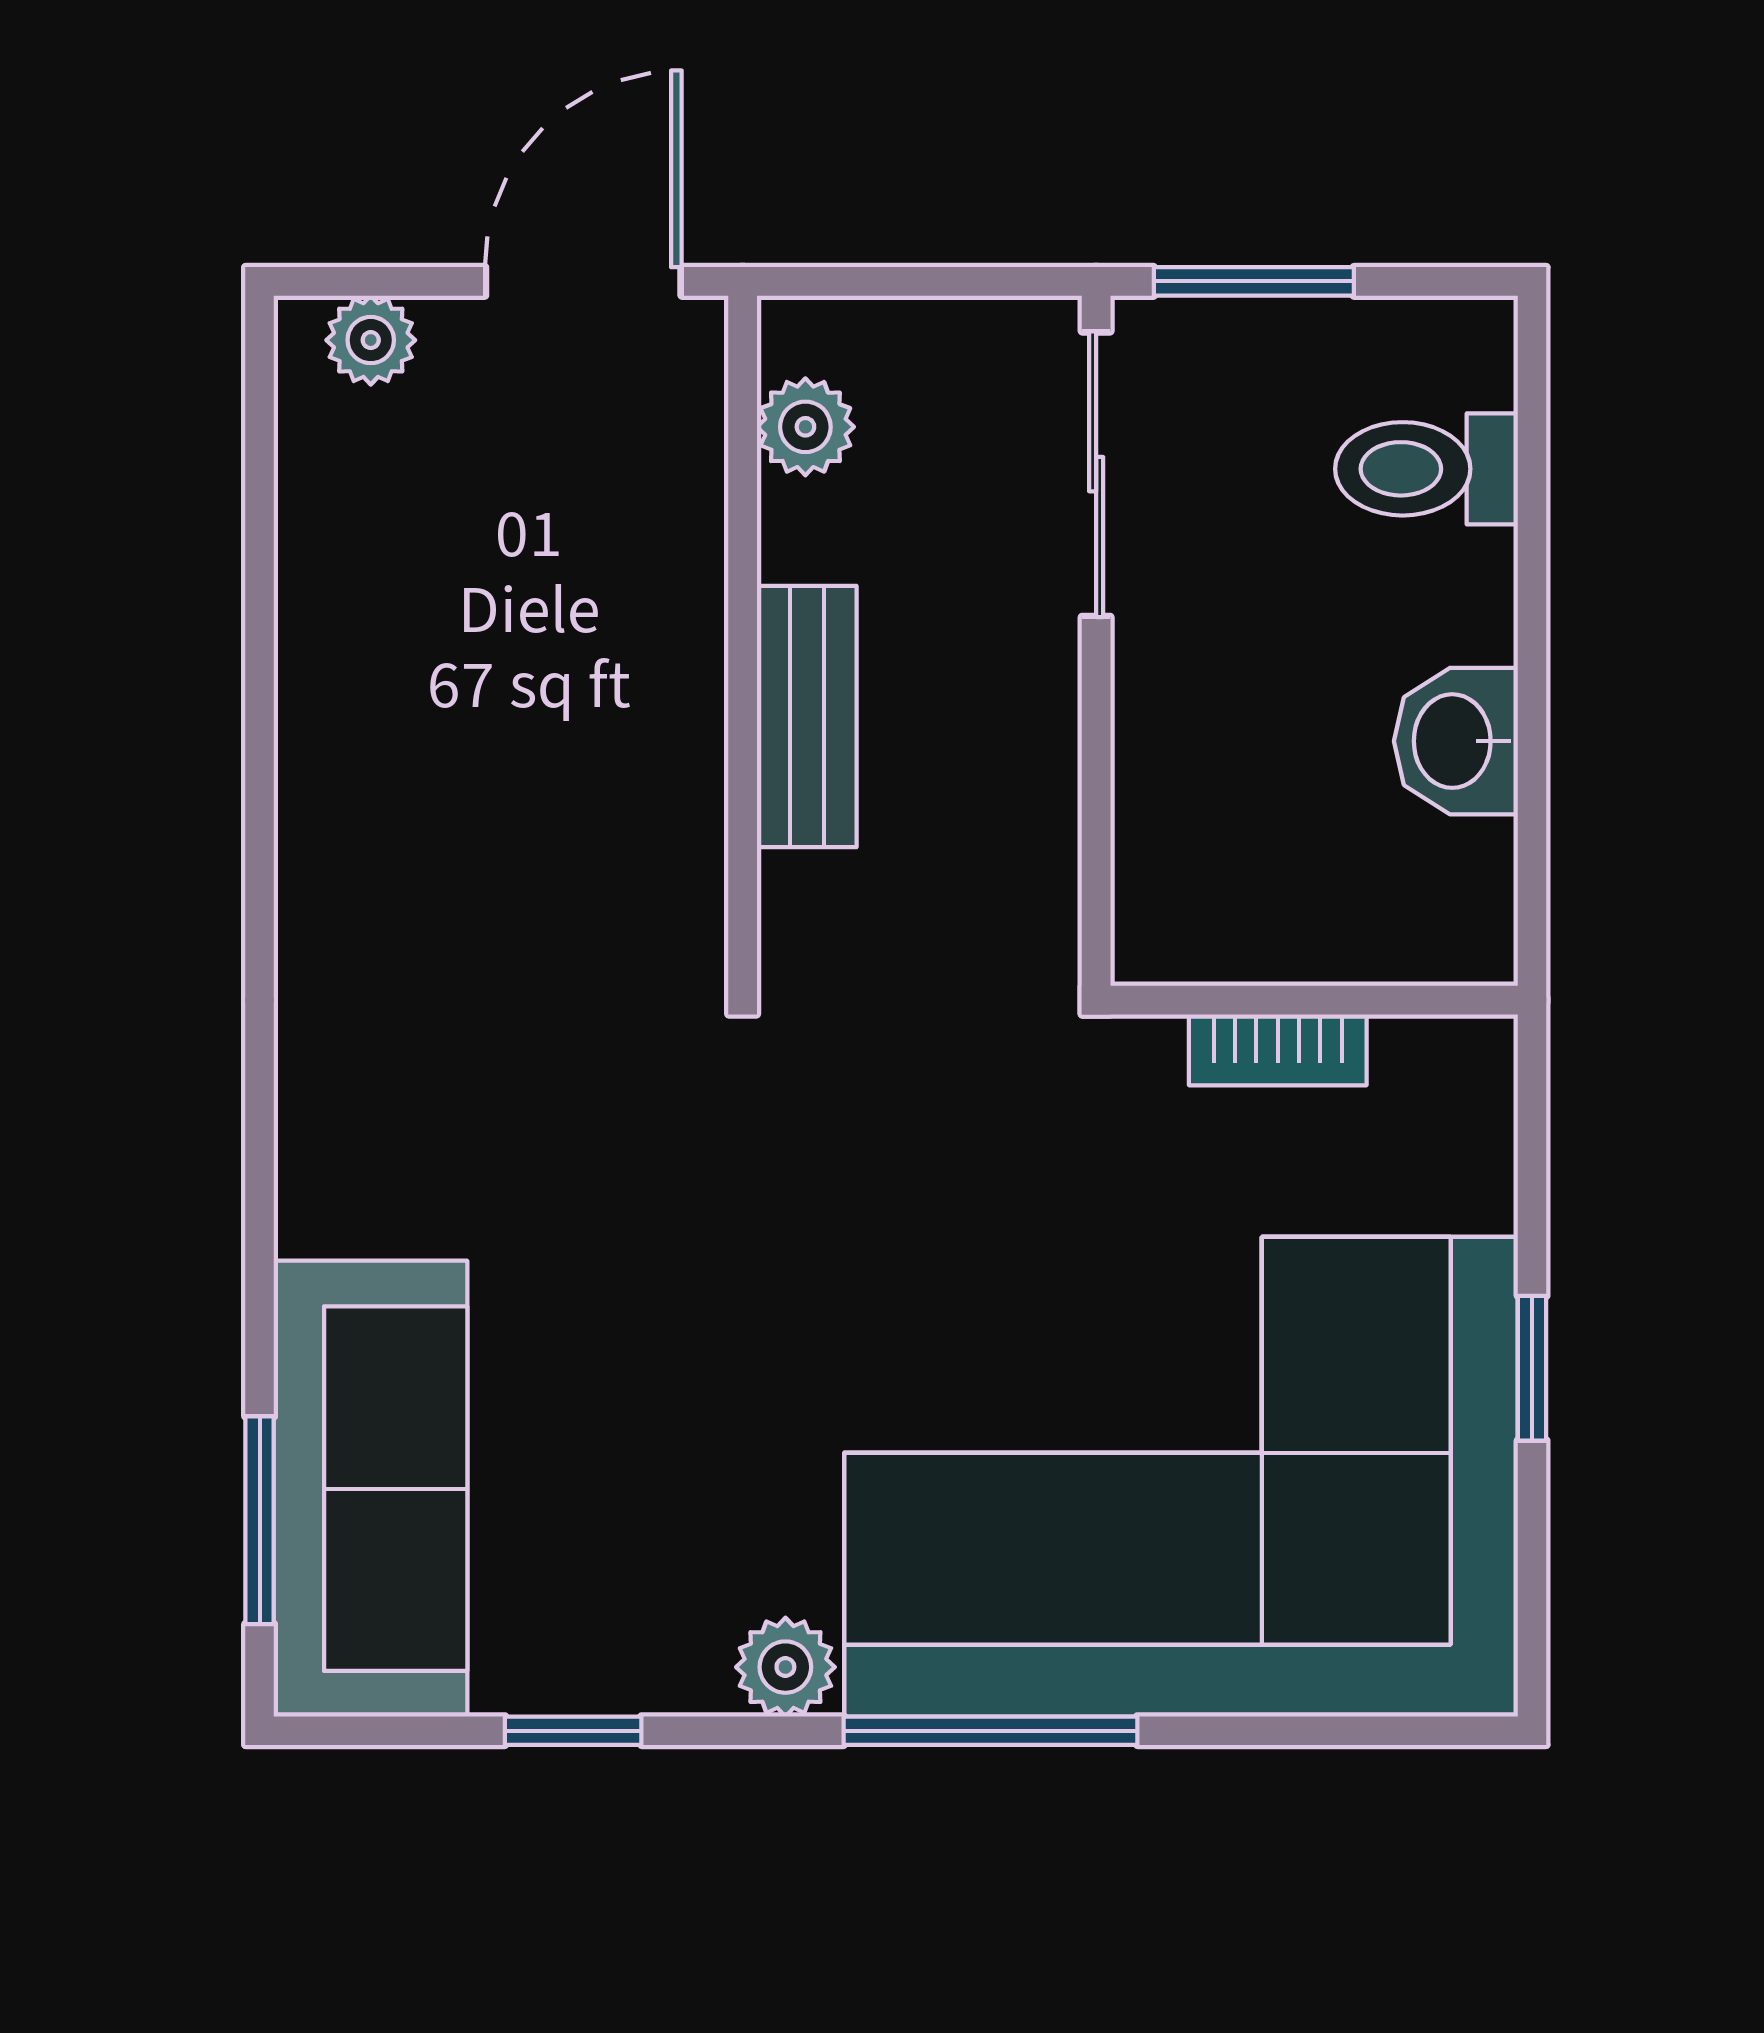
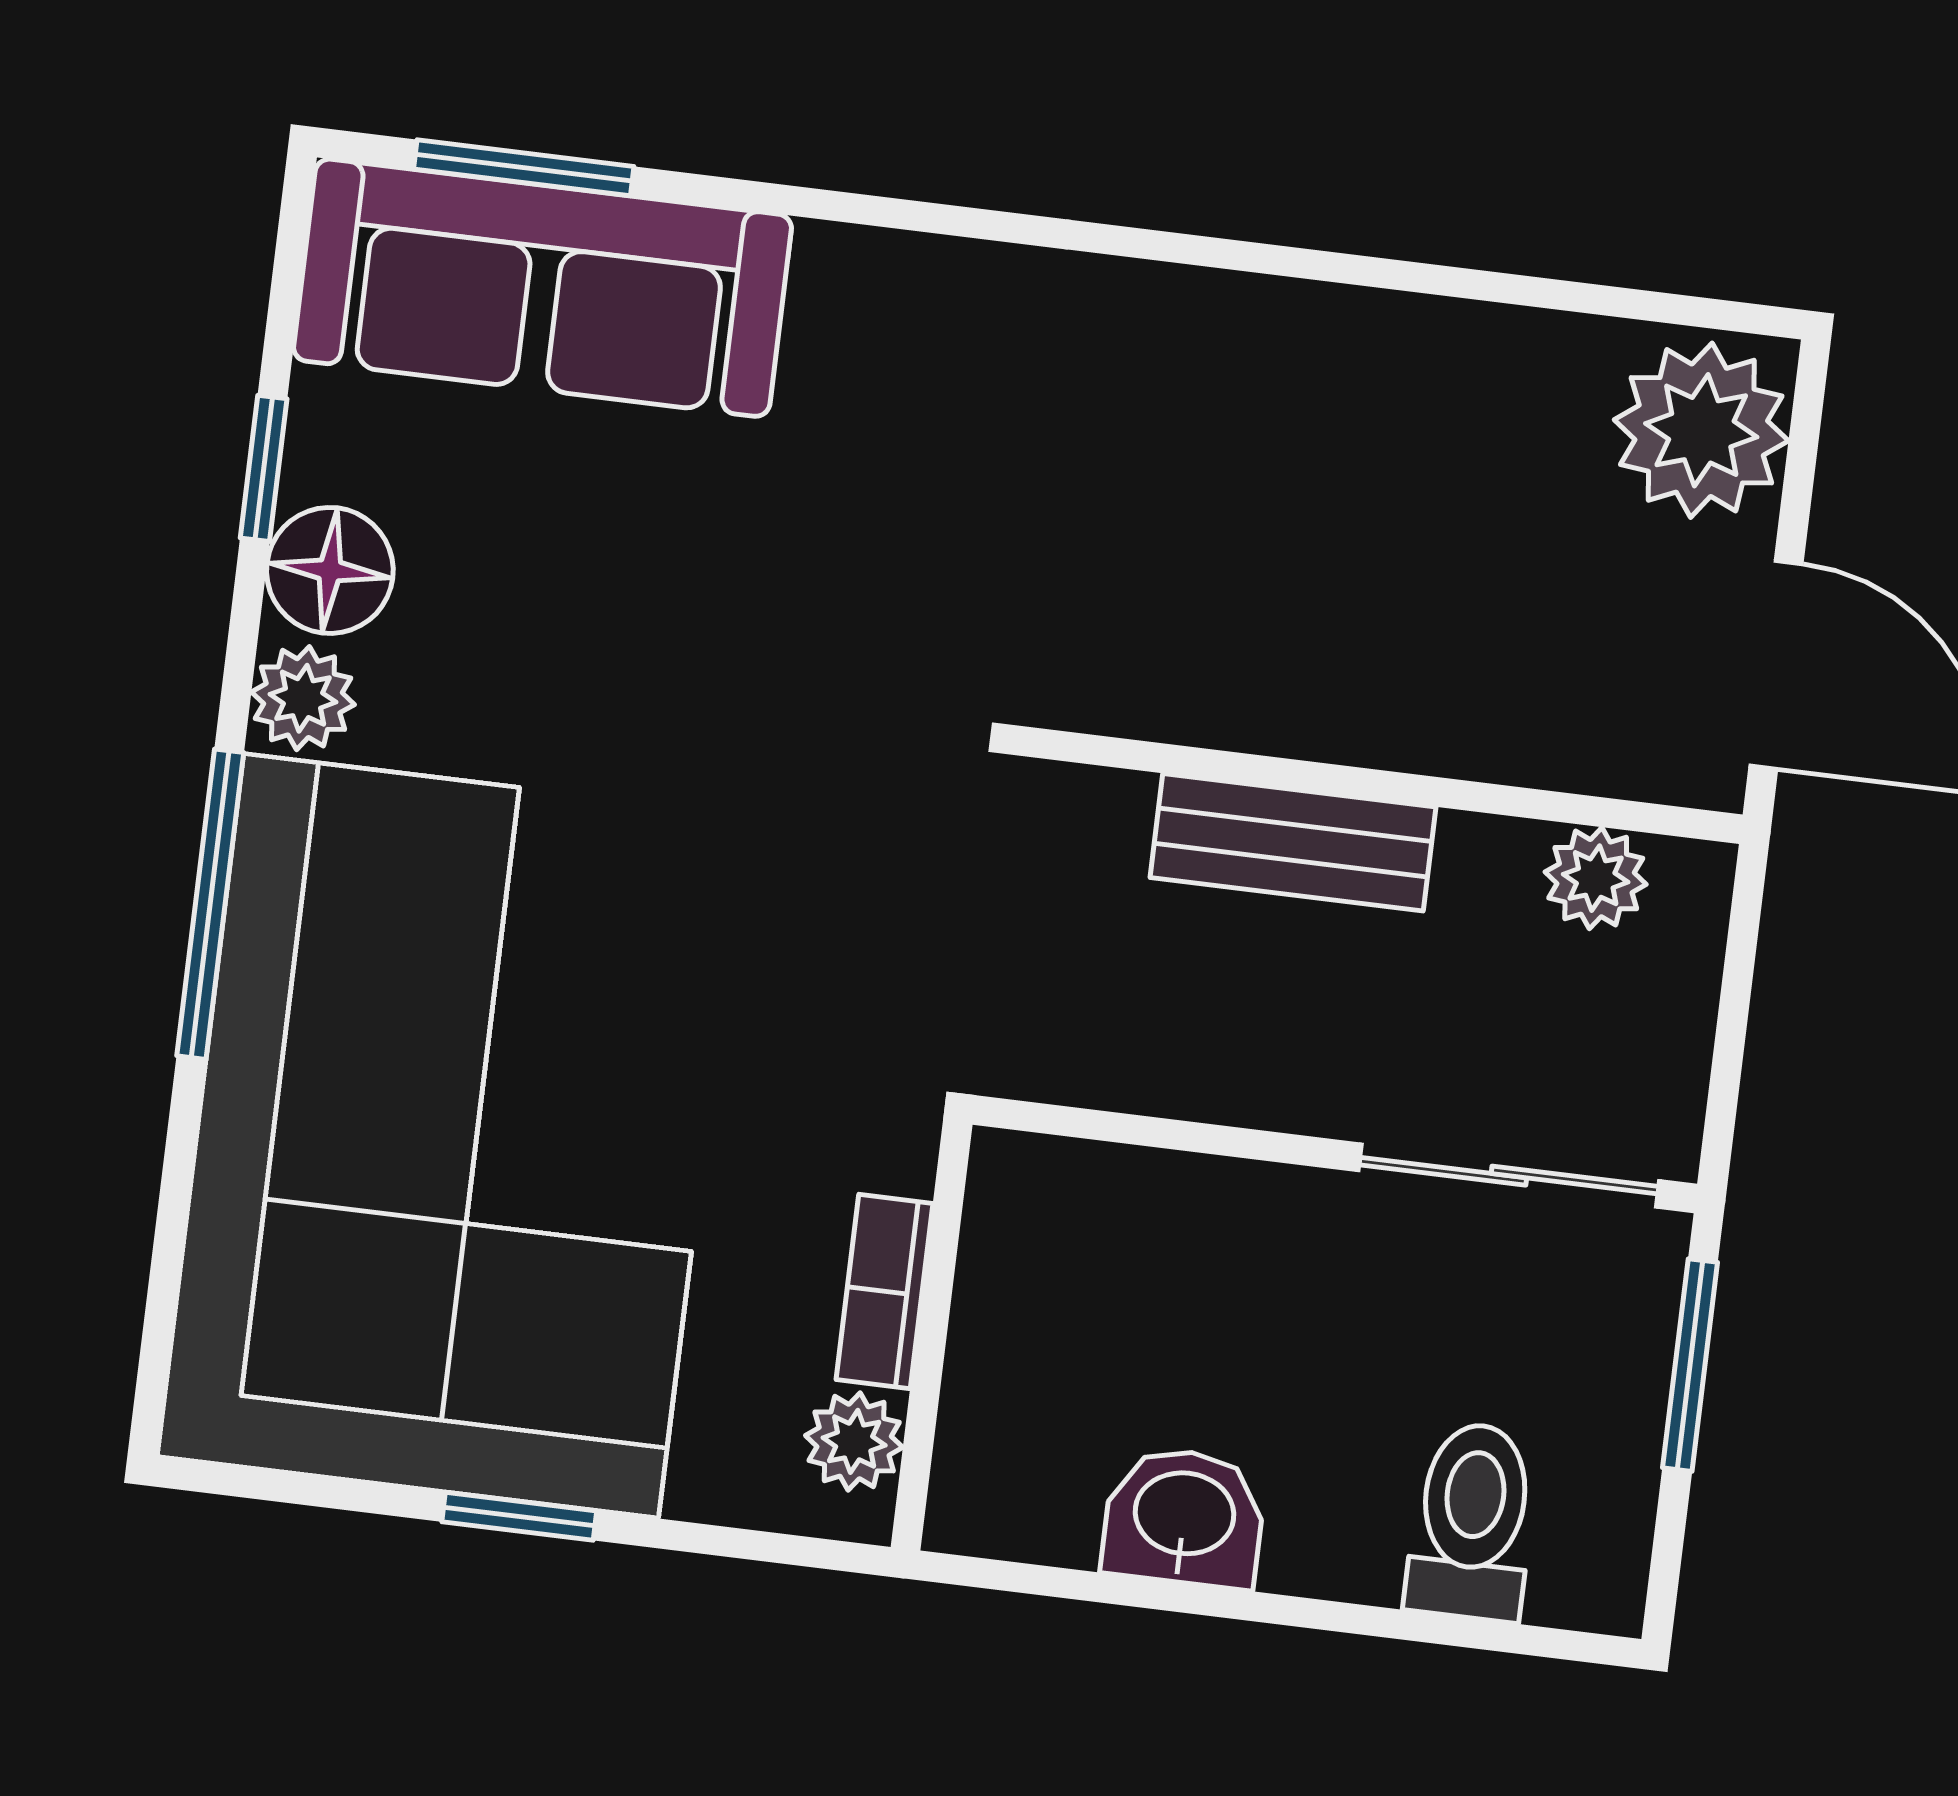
plant: (371, 340) -> (1701, 430), width x1.88, depth x1.88
plant: (1423, 1061) -> (854, 1441), added
floor lamp: (662, 1656) -> (330, 570), added

